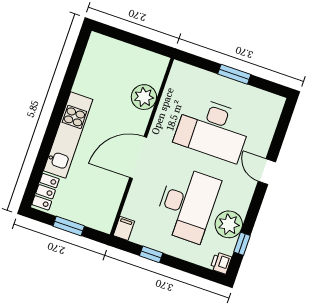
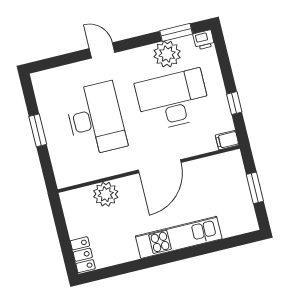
door: (138, 157) -> (160, 166), hinge flipped
door: (267, 172) -> (102, 50), swing flipped
locker: (46, 192) -> (83, 255), moved, turned 90
window: (242, 244) -> (176, 32), width x1.50

